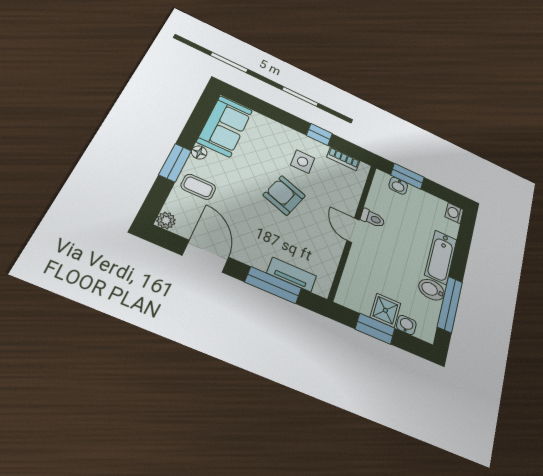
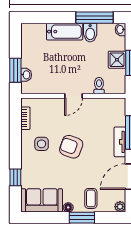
window: (319, 134) -> (15, 177), moved
armchair: (284, 195) -> (71, 147), turned 91
washing machine: (454, 213) -> (27, 29), removed
toilet: (373, 218) -> (99, 86), moved
tv unit: (292, 274) -> (120, 142), moved
washbasin: (406, 325) -> (120, 29), moved

